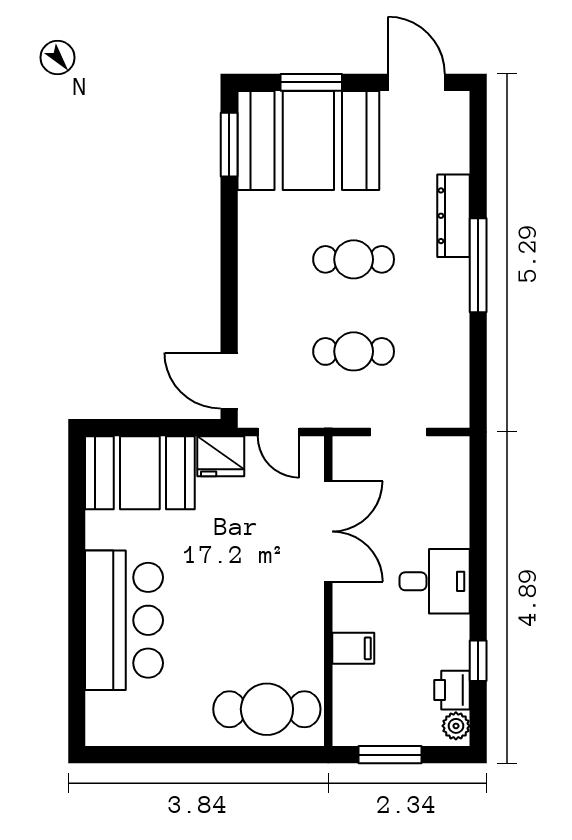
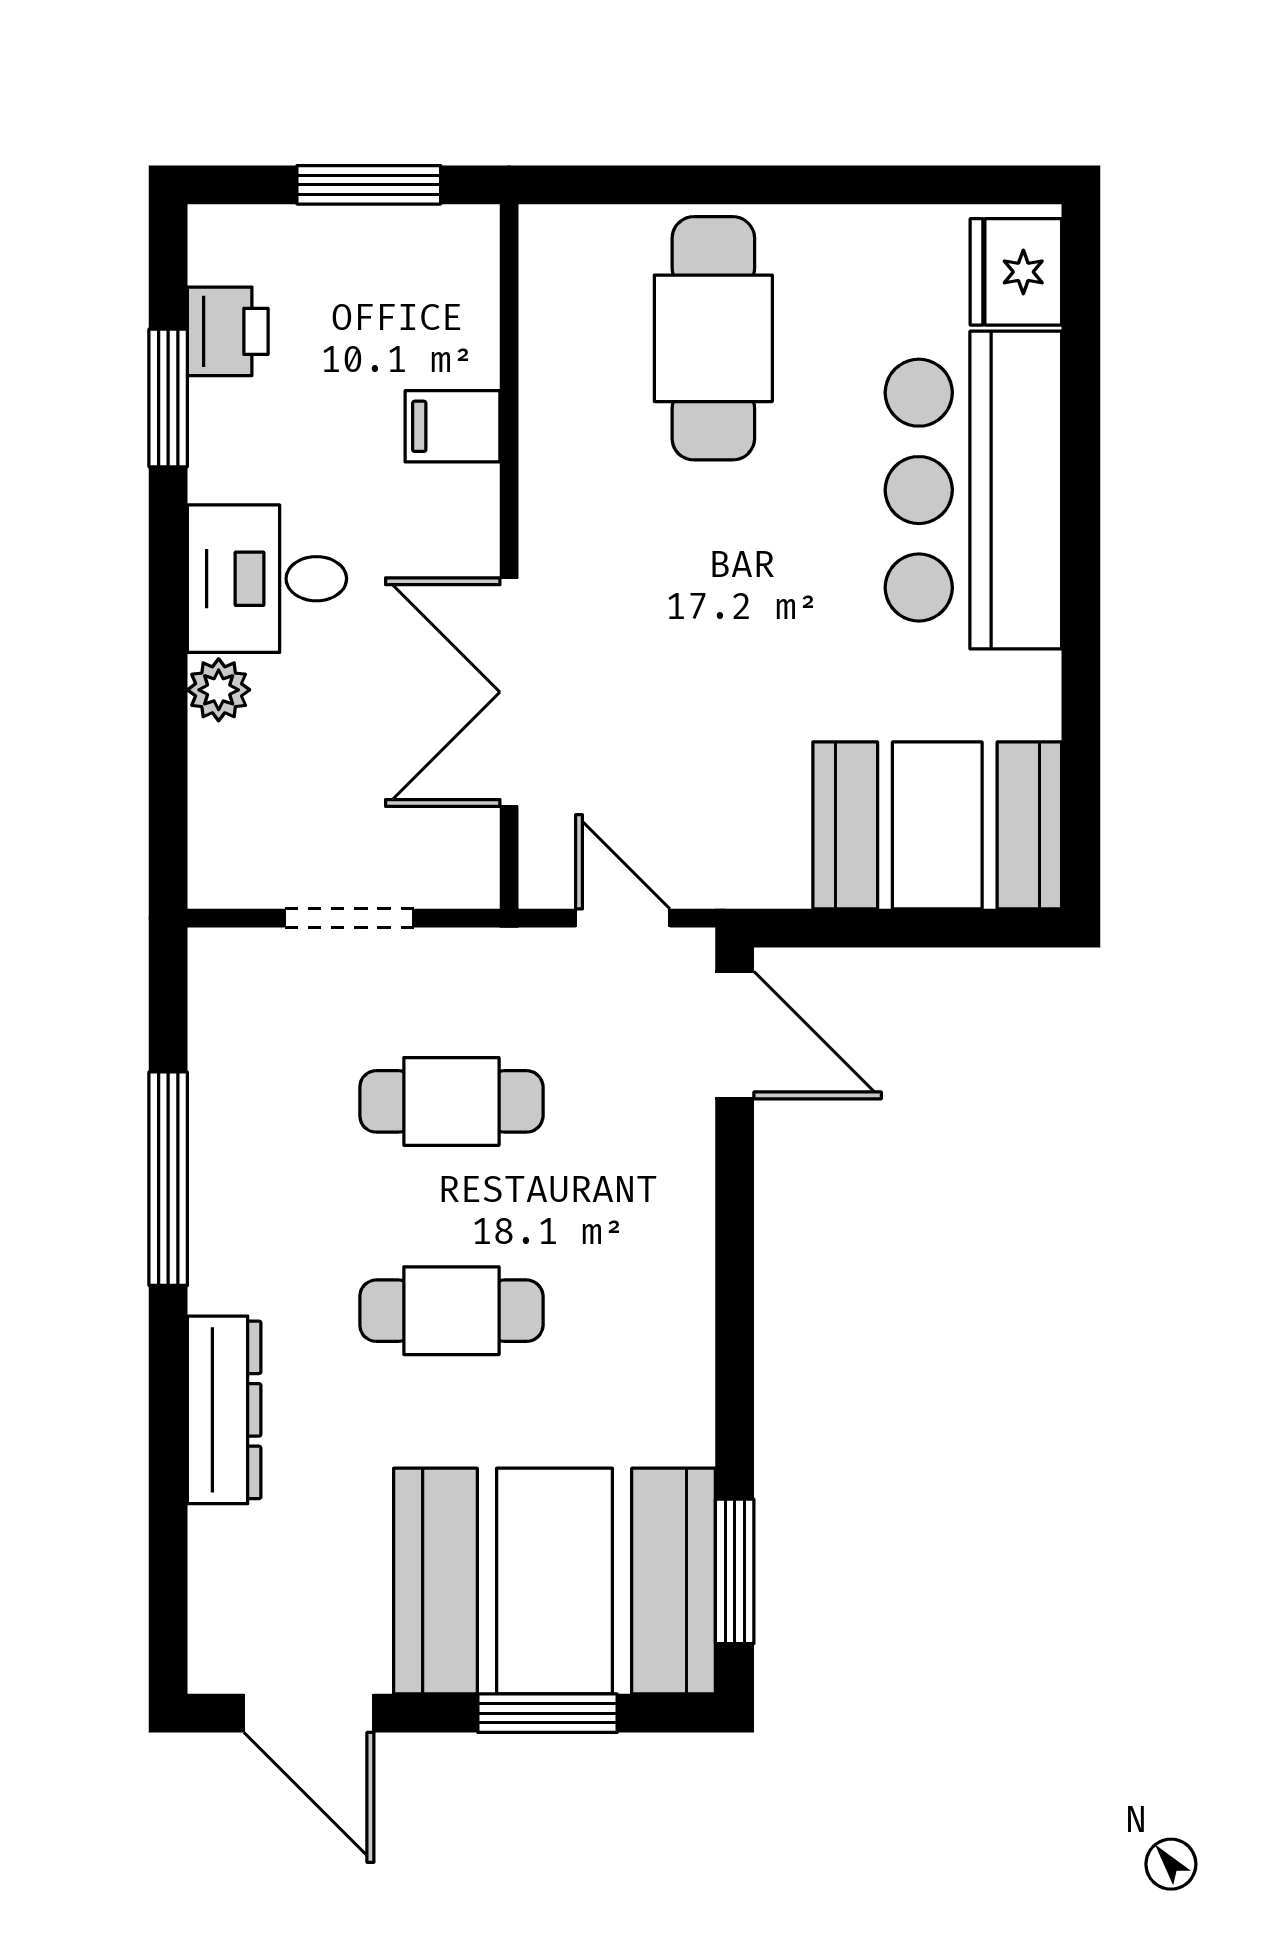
window: (478, 265) -> (168, 1179), moved
fridge: (221, 456) -> (1016, 272), moved, turned -90
window: (478, 661) -> (168, 398), width x1.50
cafe table: (267, 709) -> (713, 338), moved, turned 90
plant: (456, 726) -> (219, 690), moved

